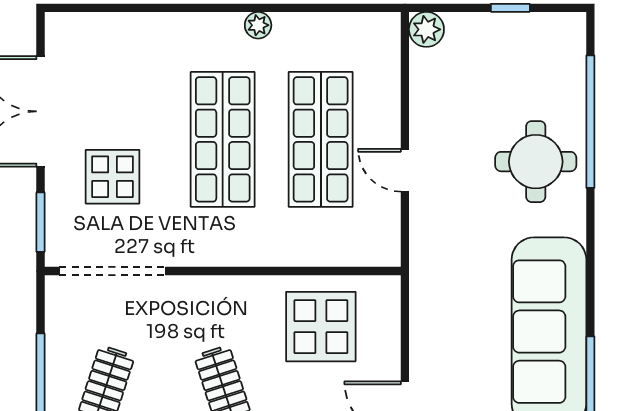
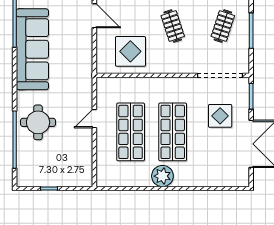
plant: (258, 25) -> (162, 176), width x1.88, depth x1.88
plant: (426, 29) -> (85, 179), removed
door: (405, 170) -> (94, 119), swing flipped

